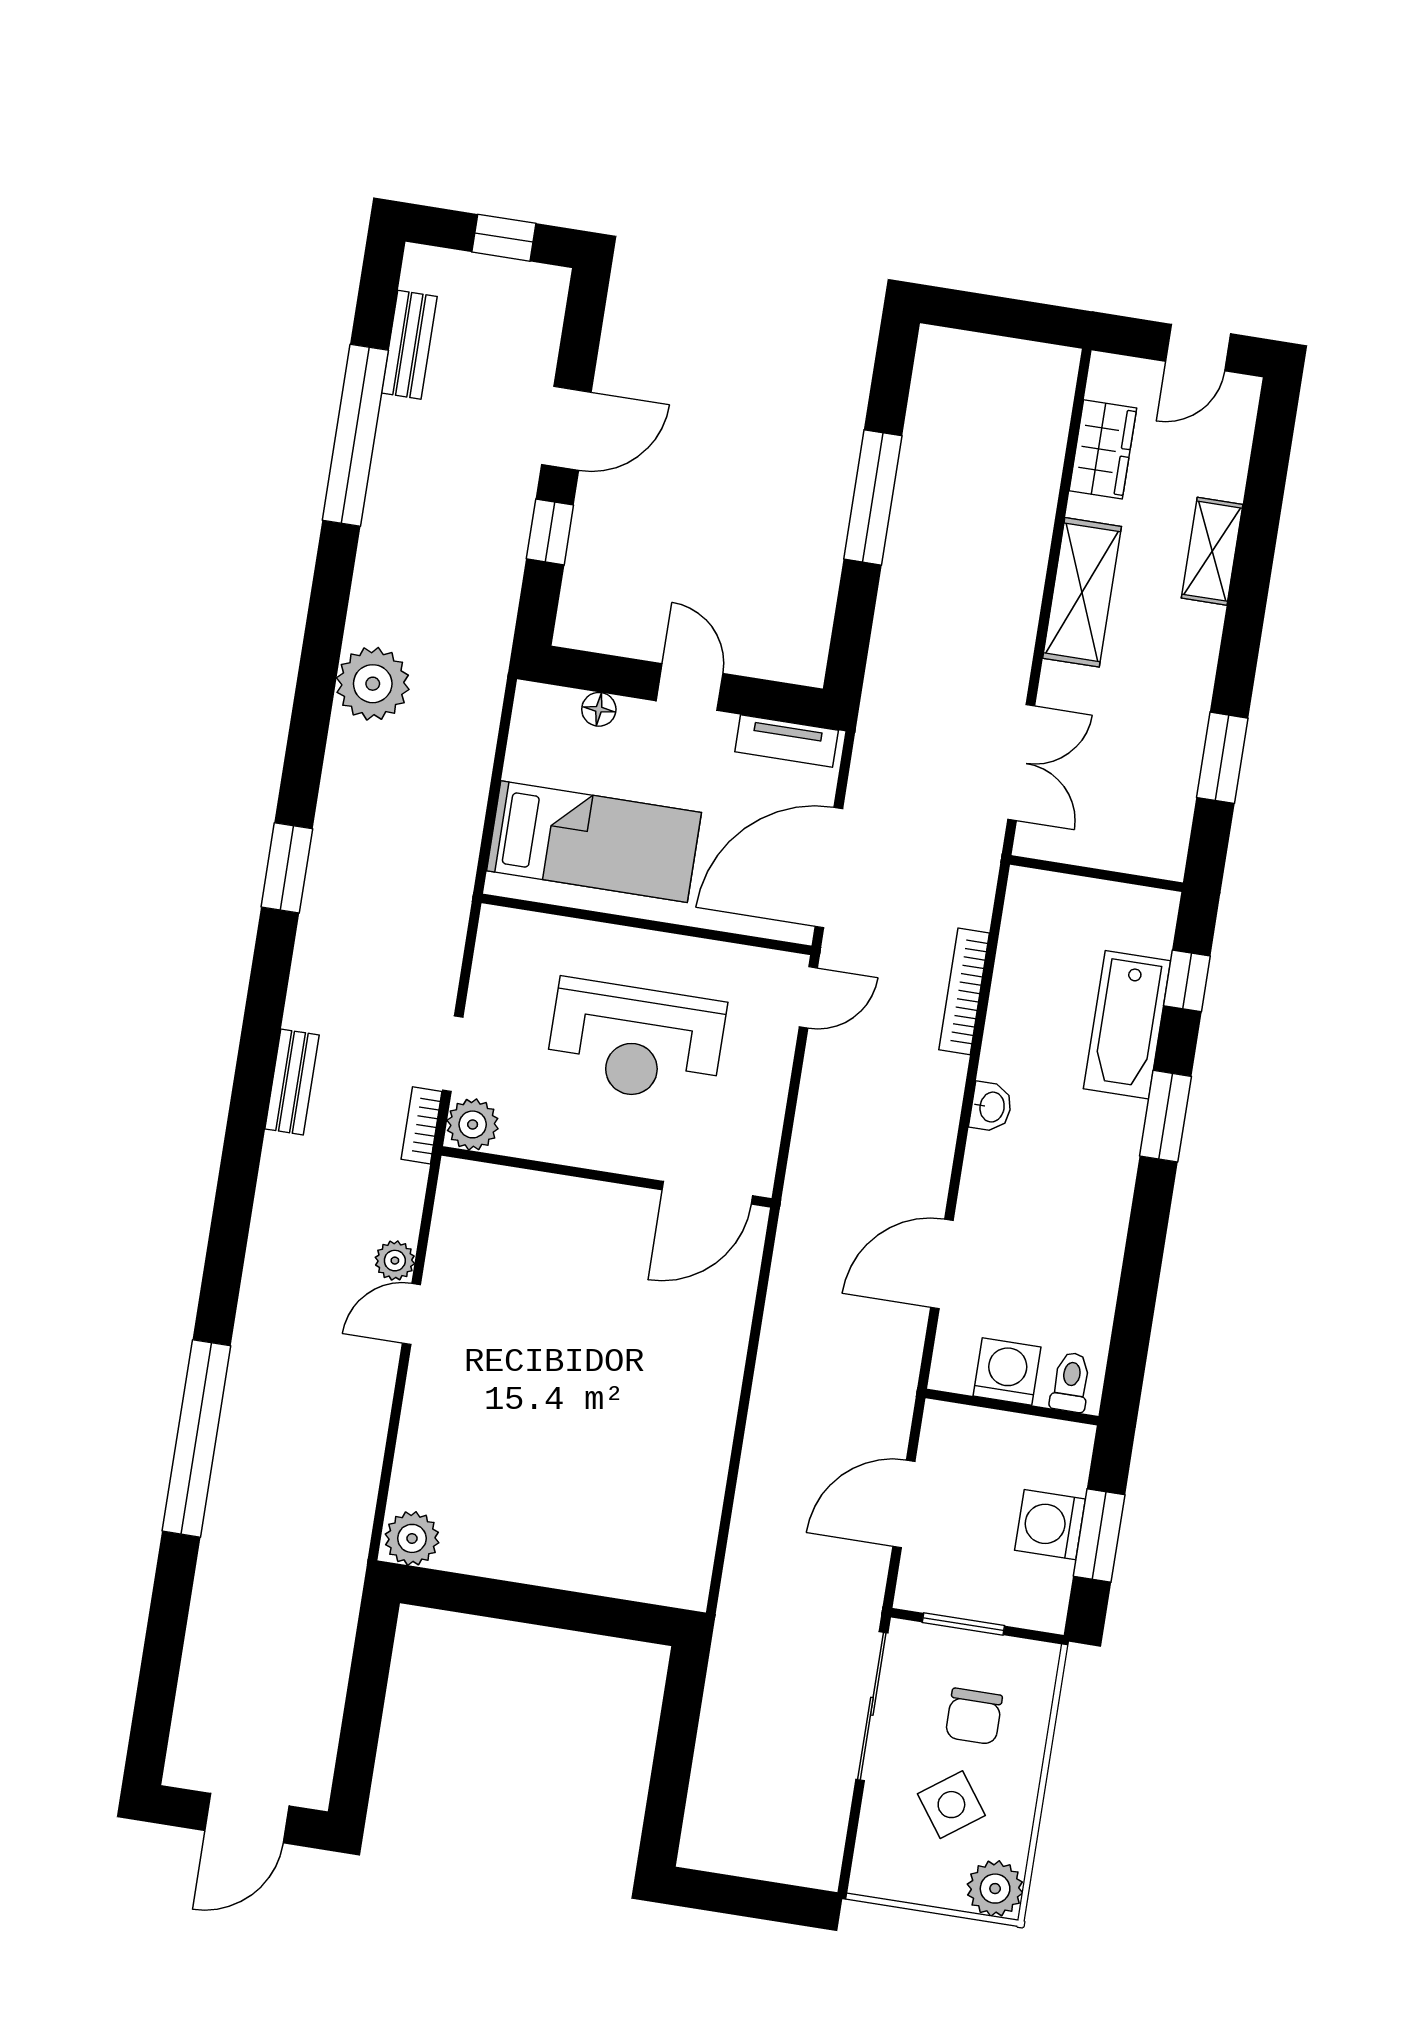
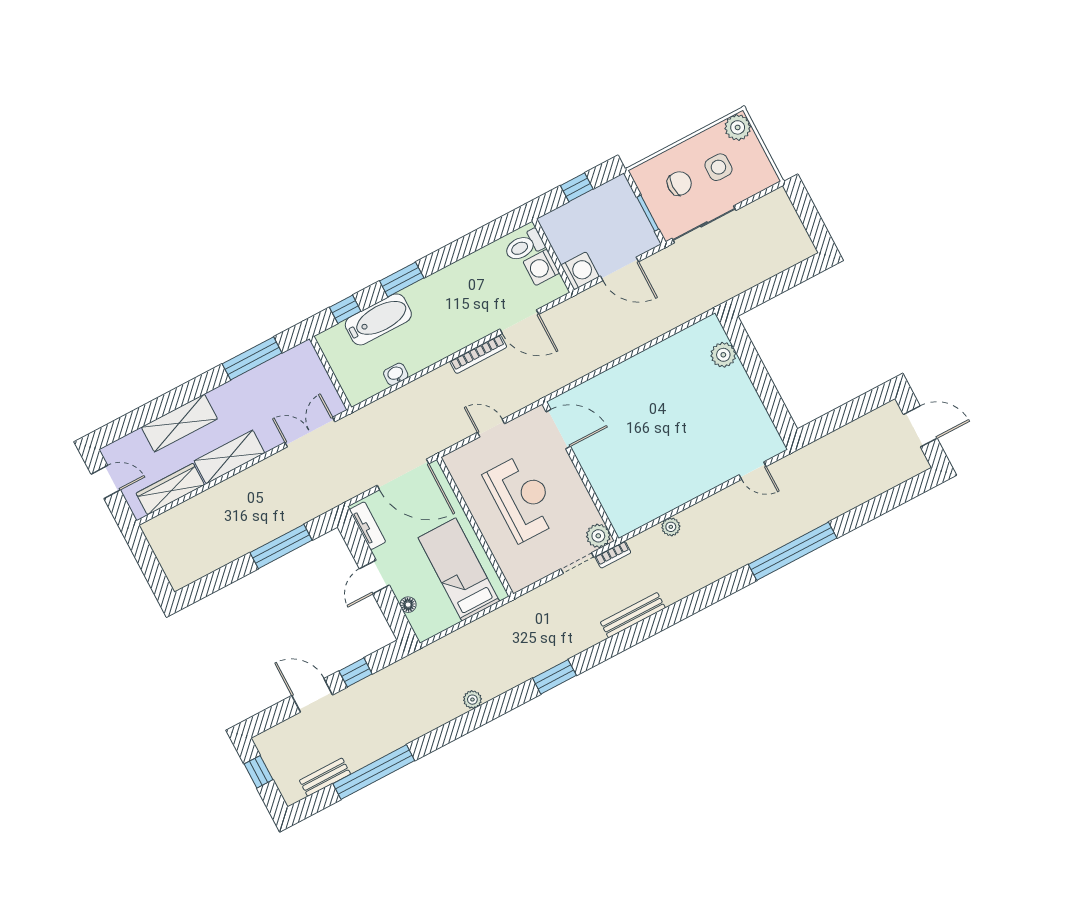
wardrobe: (1103, 449) -> (170, 489), width x1.50
window: (873, 497) -> (281, 546), moved
shelving: (1212, 551) -> (179, 423), width x1.50, depth x1.33
plant: (373, 684) -> (472, 700), width x0.53, depth x0.53
window: (1222, 758) -> (252, 358), width x1.44
bookcase: (964, 991) -> (478, 354), moved
door: (808, 997) -> (491, 428), moved
bench: (292, 1082) -> (633, 615), width x1.36
washbasin: (991, 1107) -> (396, 374), moved
door: (411, 1314) -> (753, 471), moved
toilet: (1071, 1382) -> (524, 246), width x1.37, depth x1.39
washing machine: (1050, 1525) -> (580, 271), moved, turned -90
window: (1099, 1535) -> (577, 187), width x0.67
plant: (412, 1538) -> (723, 355), moved
side table: (951, 1805) -> (718, 167), turned 36

